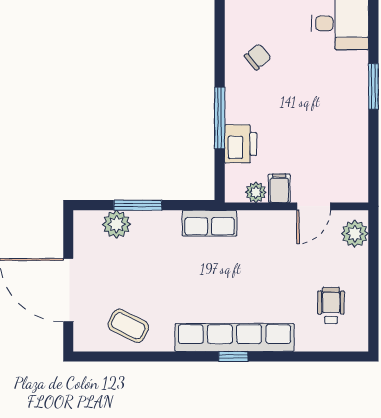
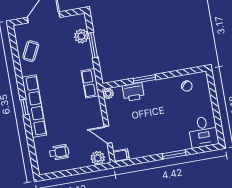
chair: (258, 57) -> (187, 86), moved
window: (220, 118) -> (144, 79), width x0.69
filing cabinet: (279, 188) -> (121, 155), moved
plant: (256, 192) -> (108, 93), moved

